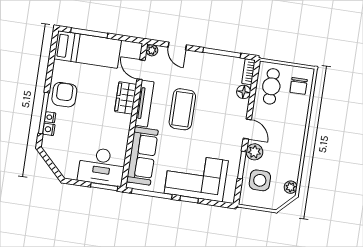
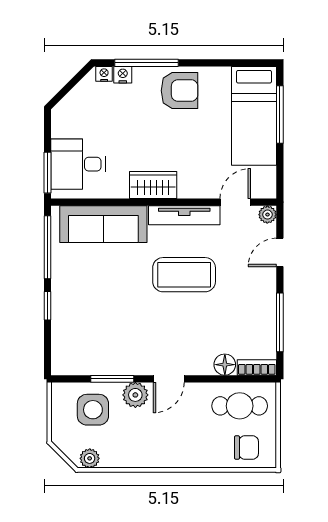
chair: (299, 86) -> (246, 447), turned 180
wardrobe: (126, 98) -> (153, 185), moved
nightstand: (50, 117) -> (104, 74), moved
desk: (102, 166) -> (78, 164), width x0.73
corner sofa: (196, 177) -> (83, 312), removed

